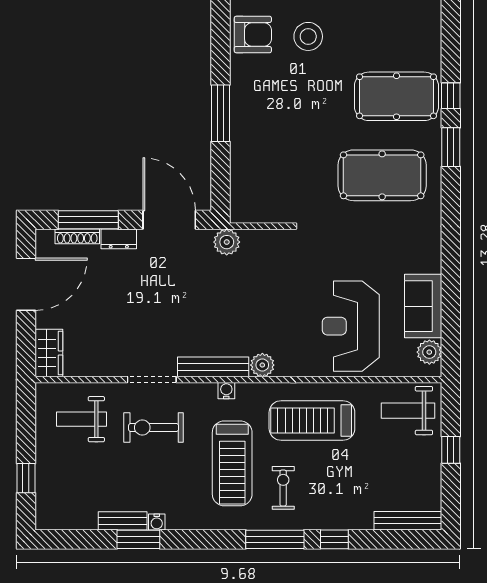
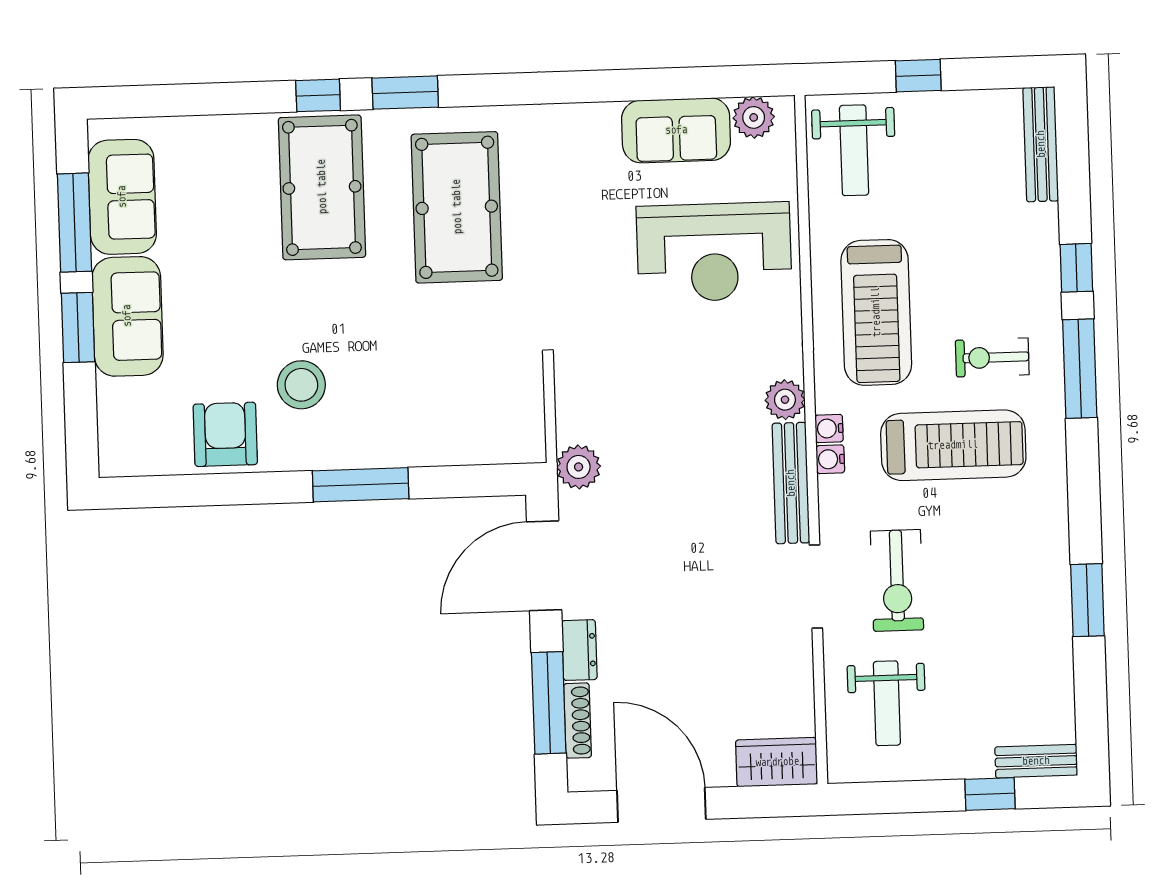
stool: (308, 36) -> (301, 385), moved
bench: (123, 521) -> (1036, 761), moved, turned 90
water cooler: (157, 522) -> (829, 428), moved, turned 180

